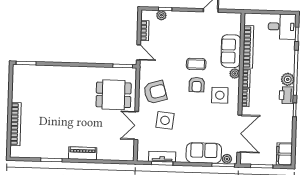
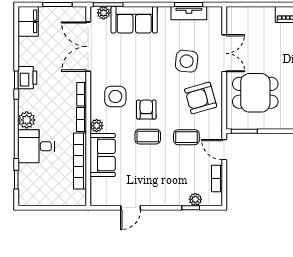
desk: (282, 27) -> (36, 146), moved
coffee table: (167, 63) -> (186, 137), added
printer: (287, 95) -> (27, 78), moved

